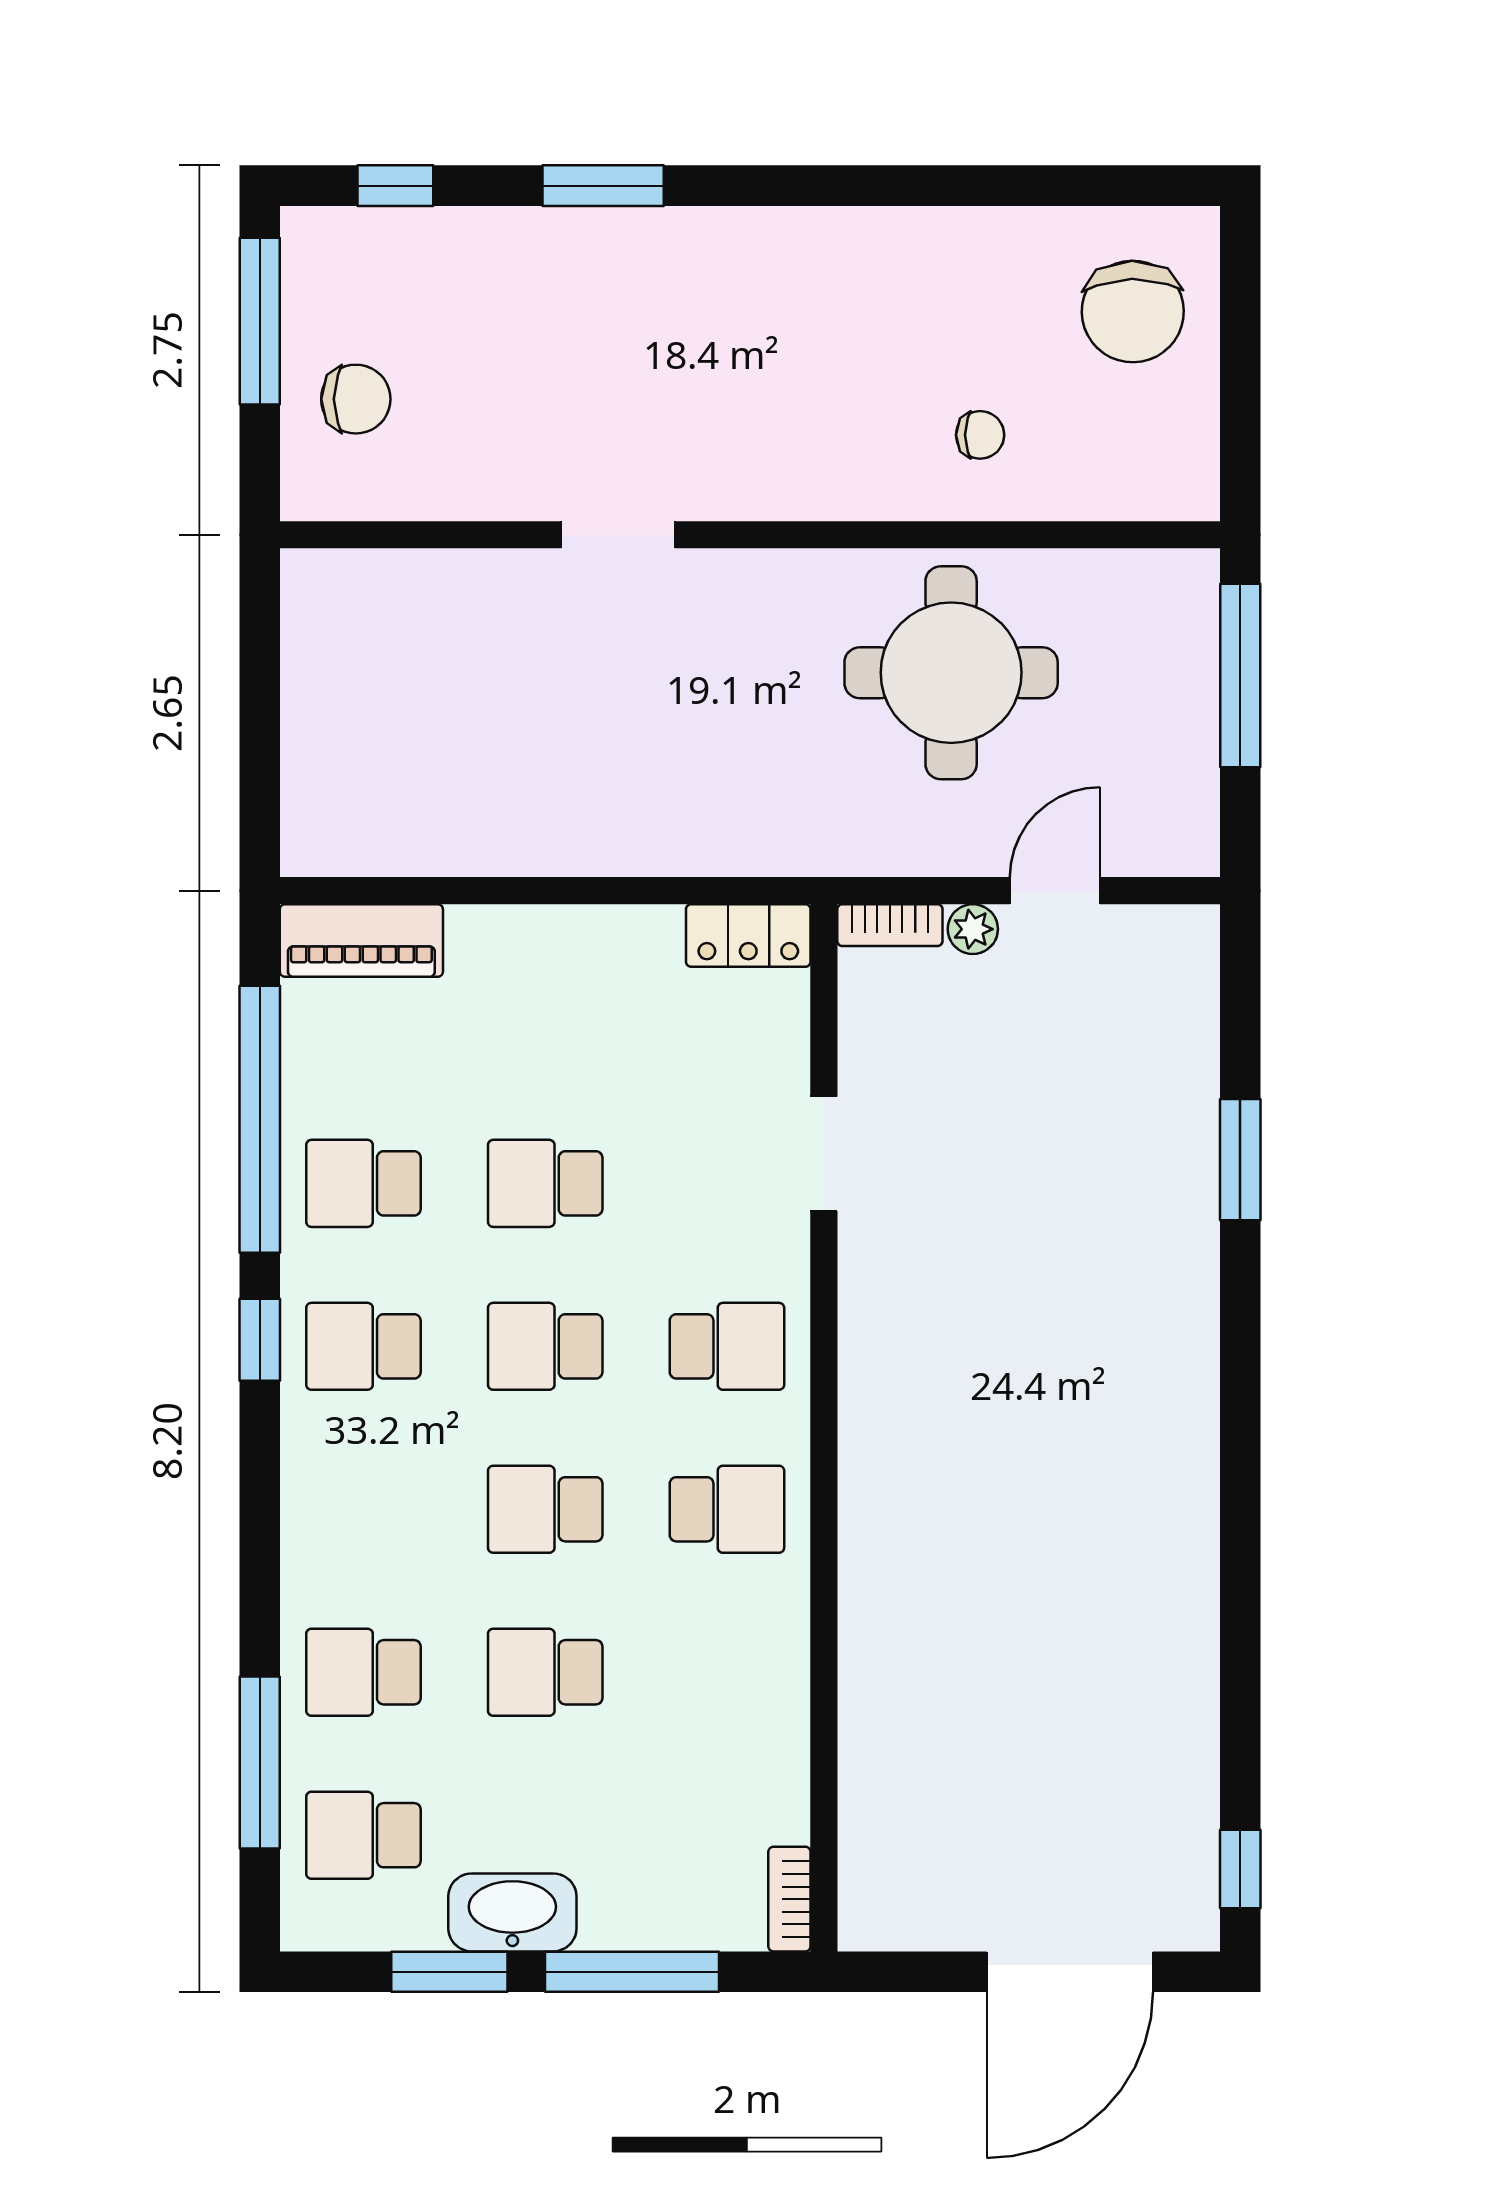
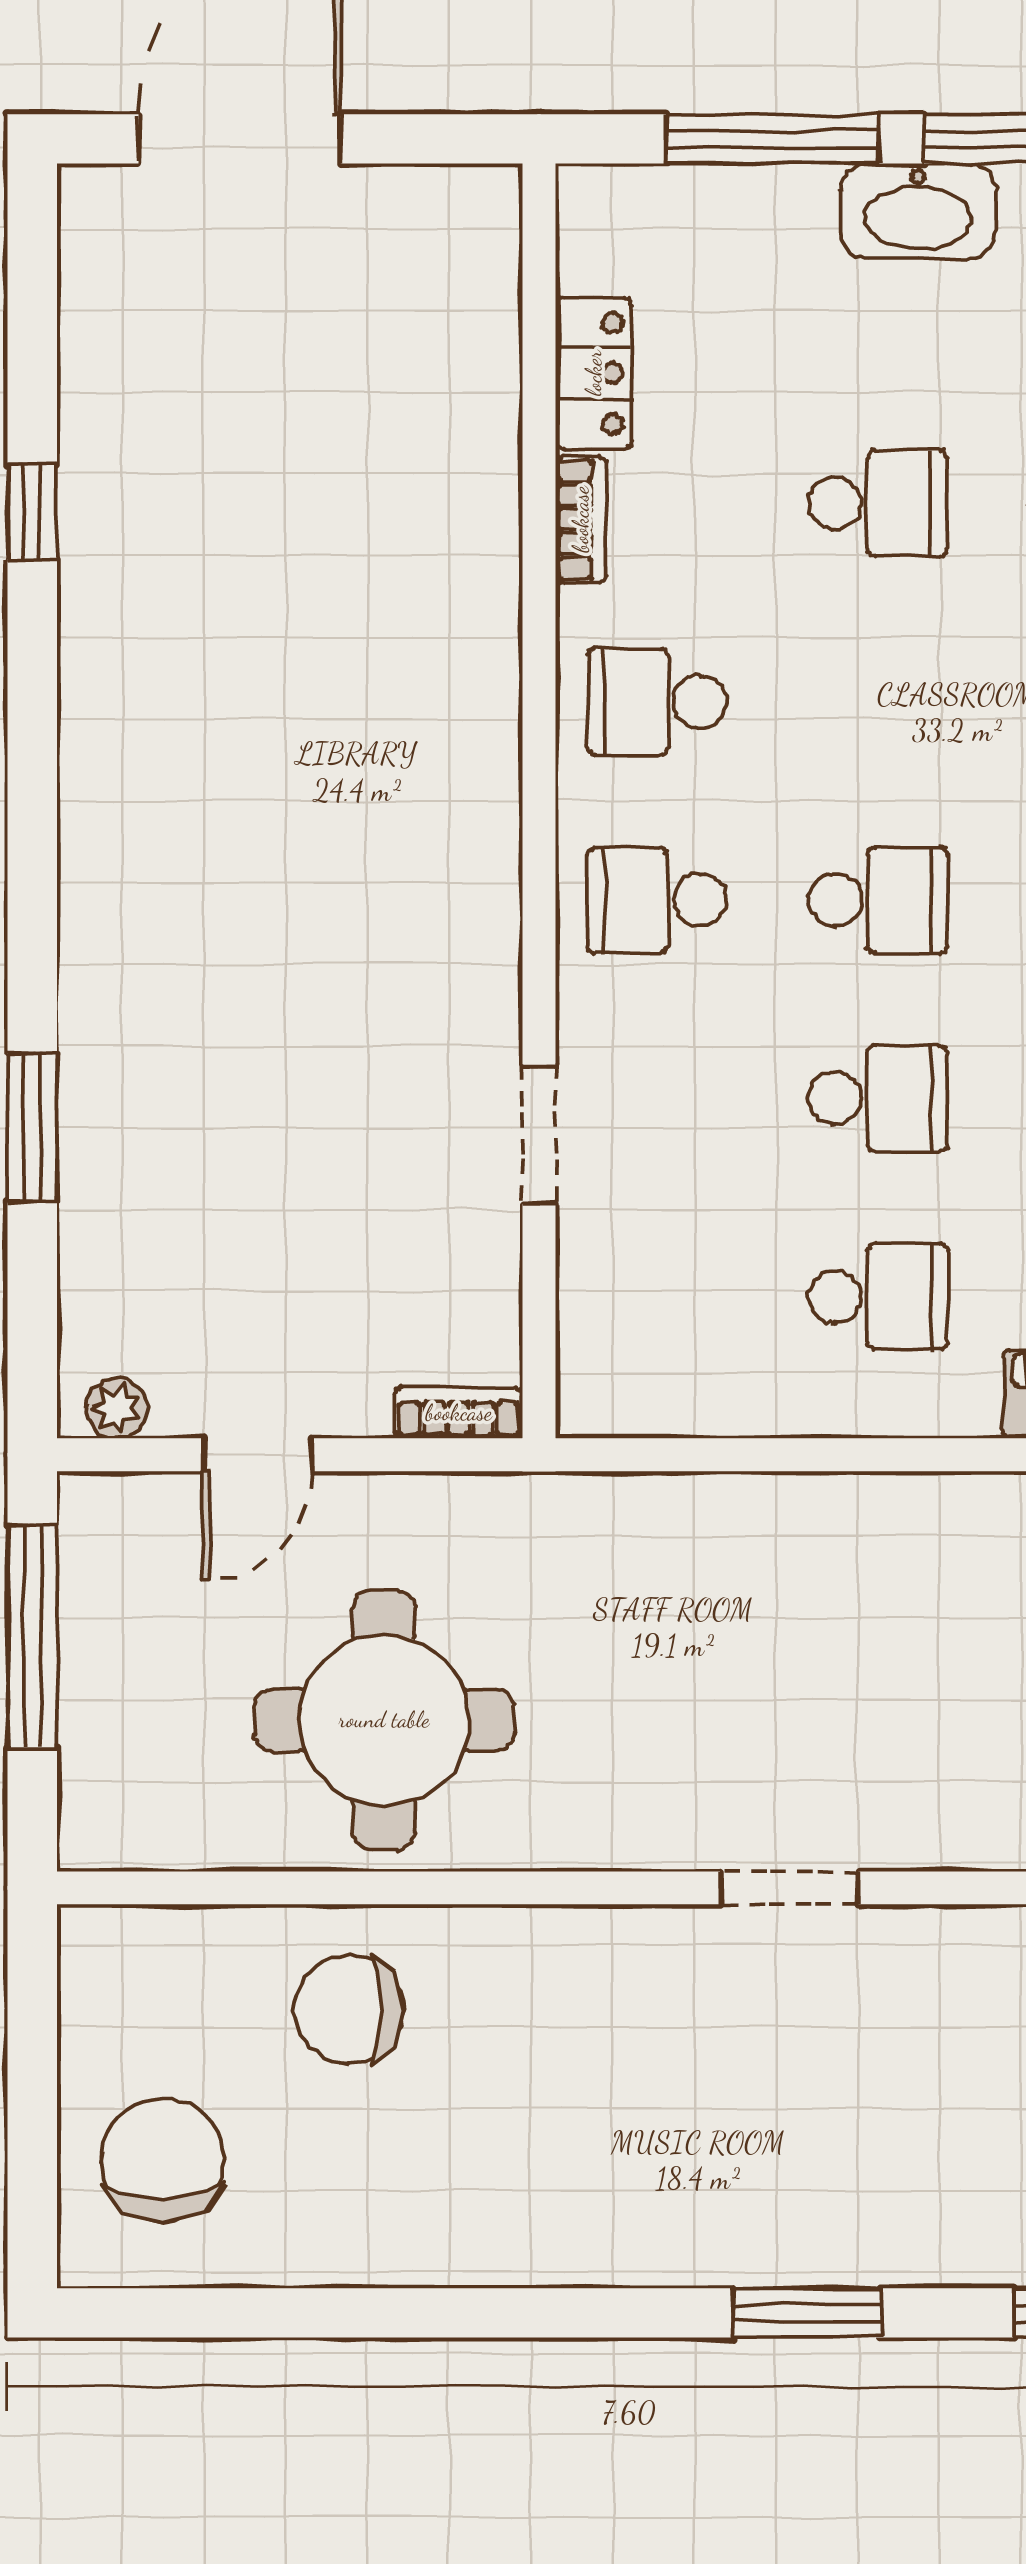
chair: (980, 435) -> (349, 2009), width x1.87, depth x1.87
window: (1240, 675) -> (32, 1637), moved
plant: (973, 929) -> (117, 1408), moved
locker: (748, 935) -> (594, 373), moved, turned 90
school desk: (545, 1509) -> (878, 1297), moved
window: (1240, 1869) -> (32, 512), moved
bookcase: (789, 1899) -> (581, 519), moved

